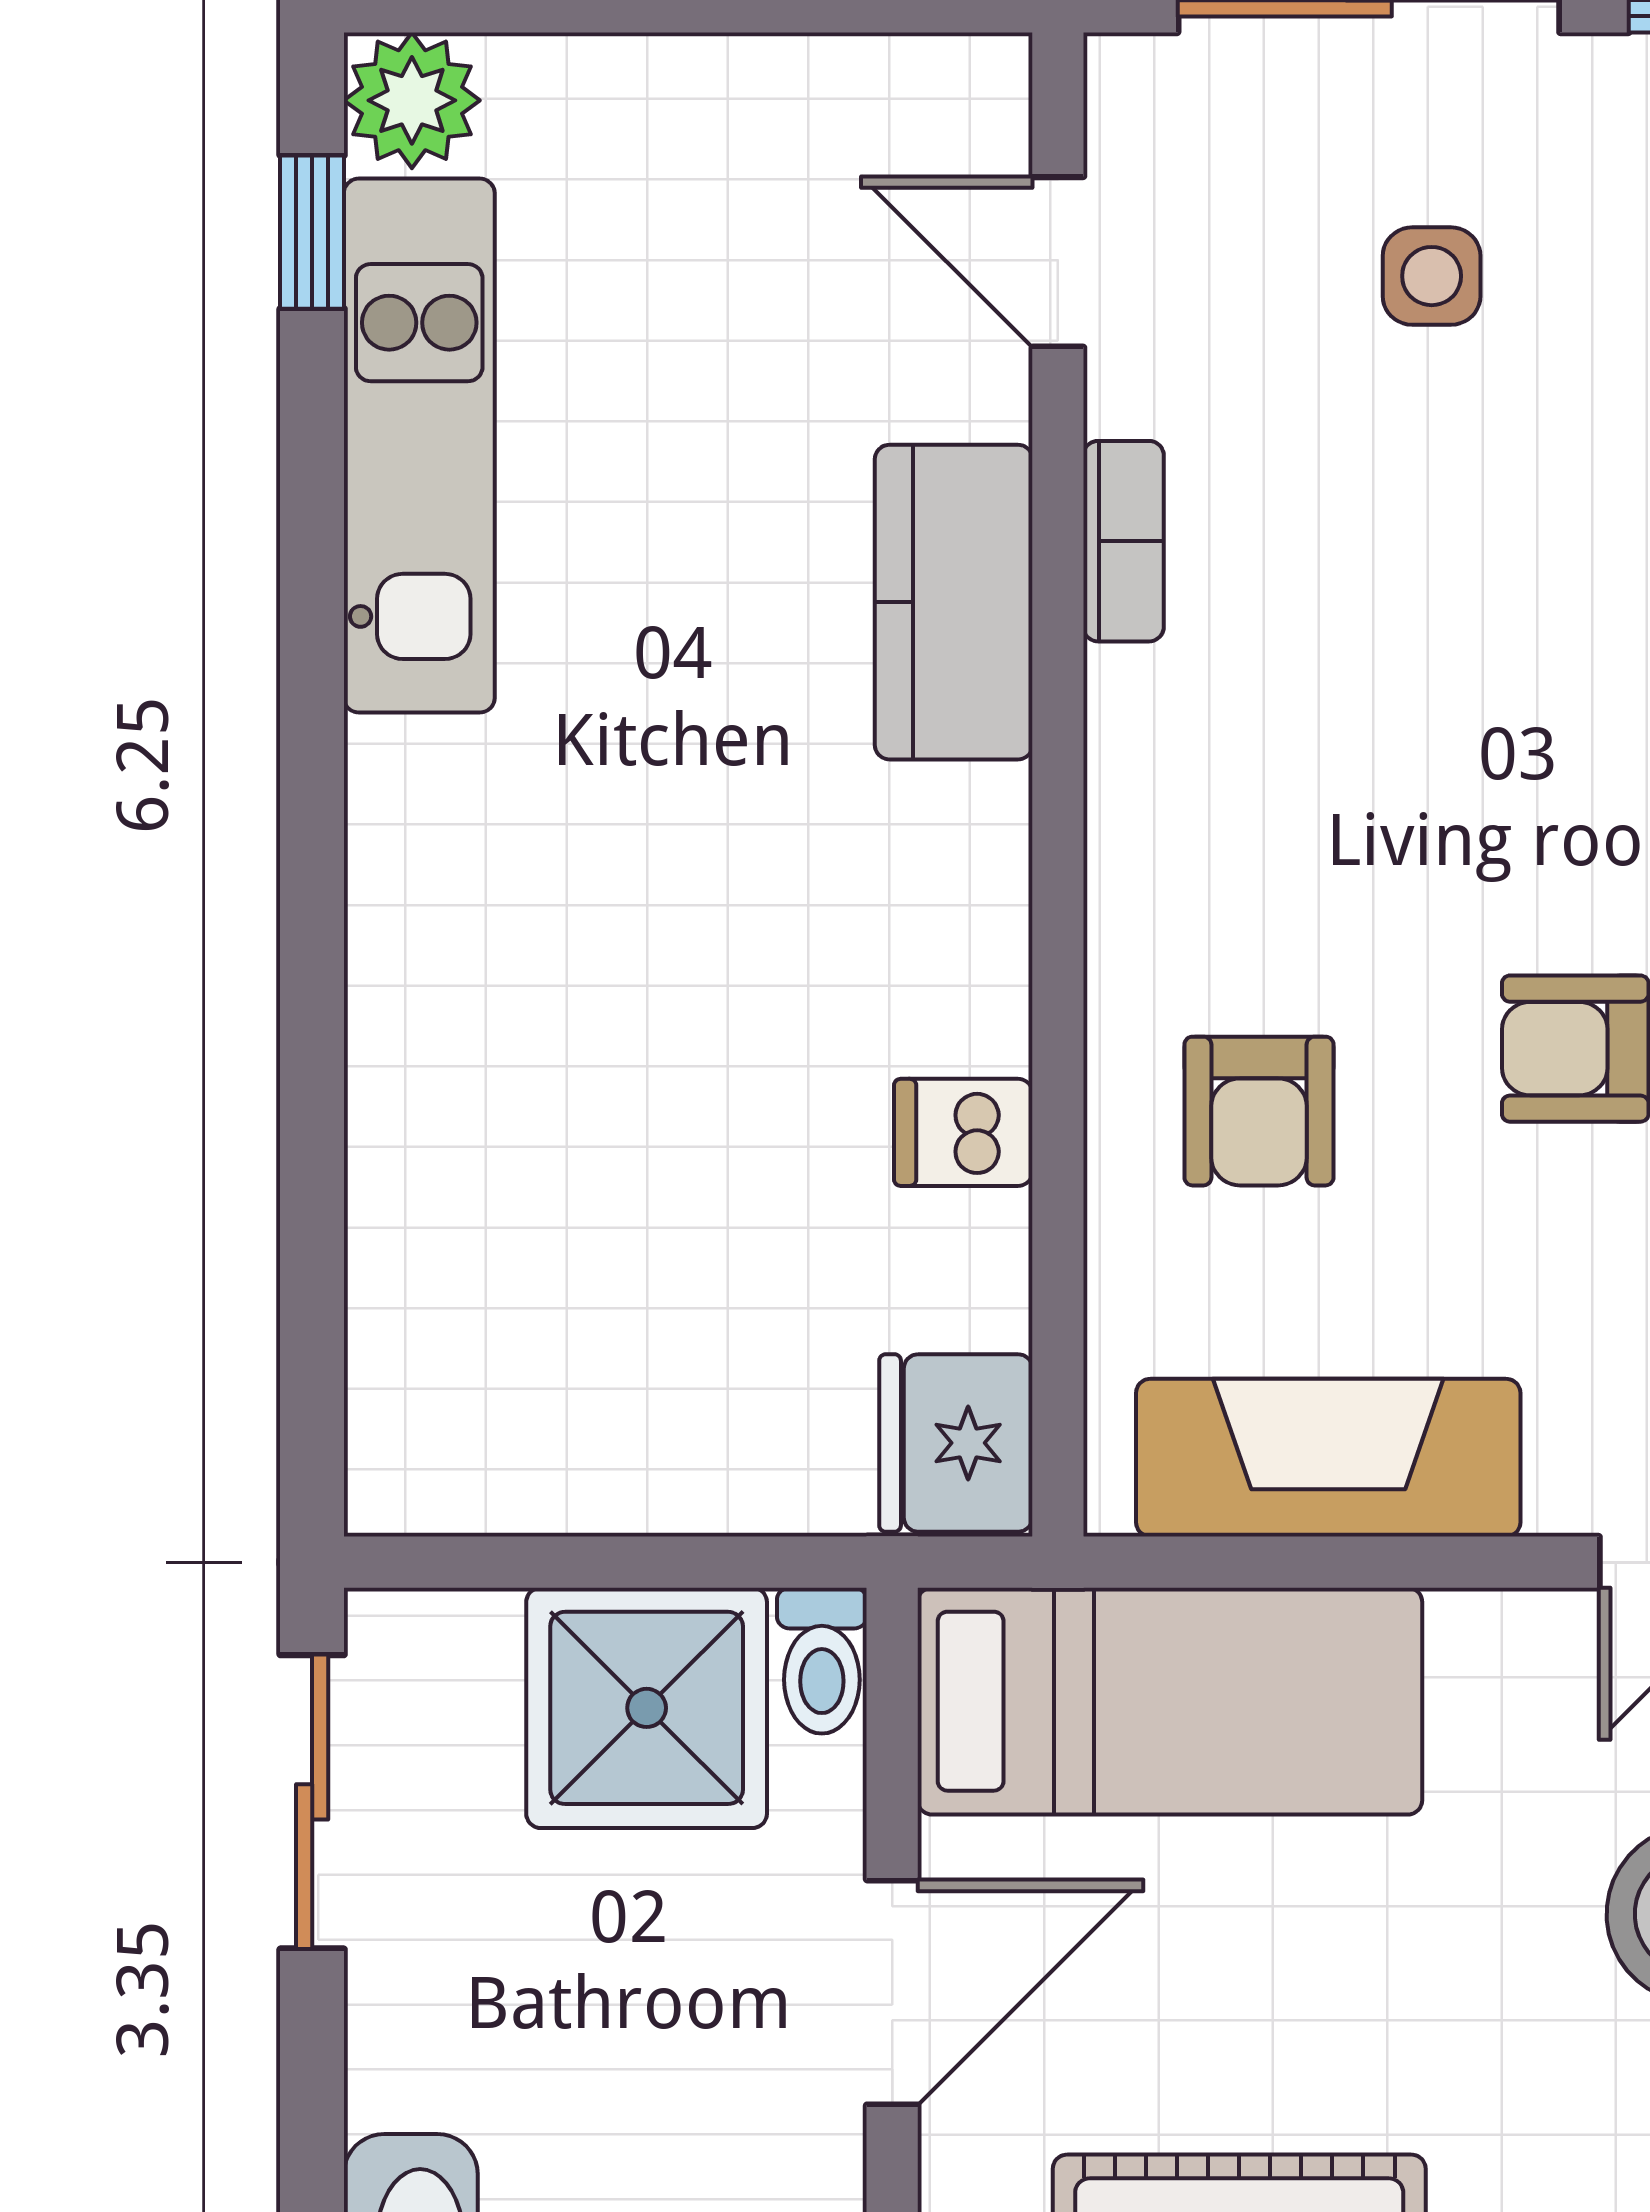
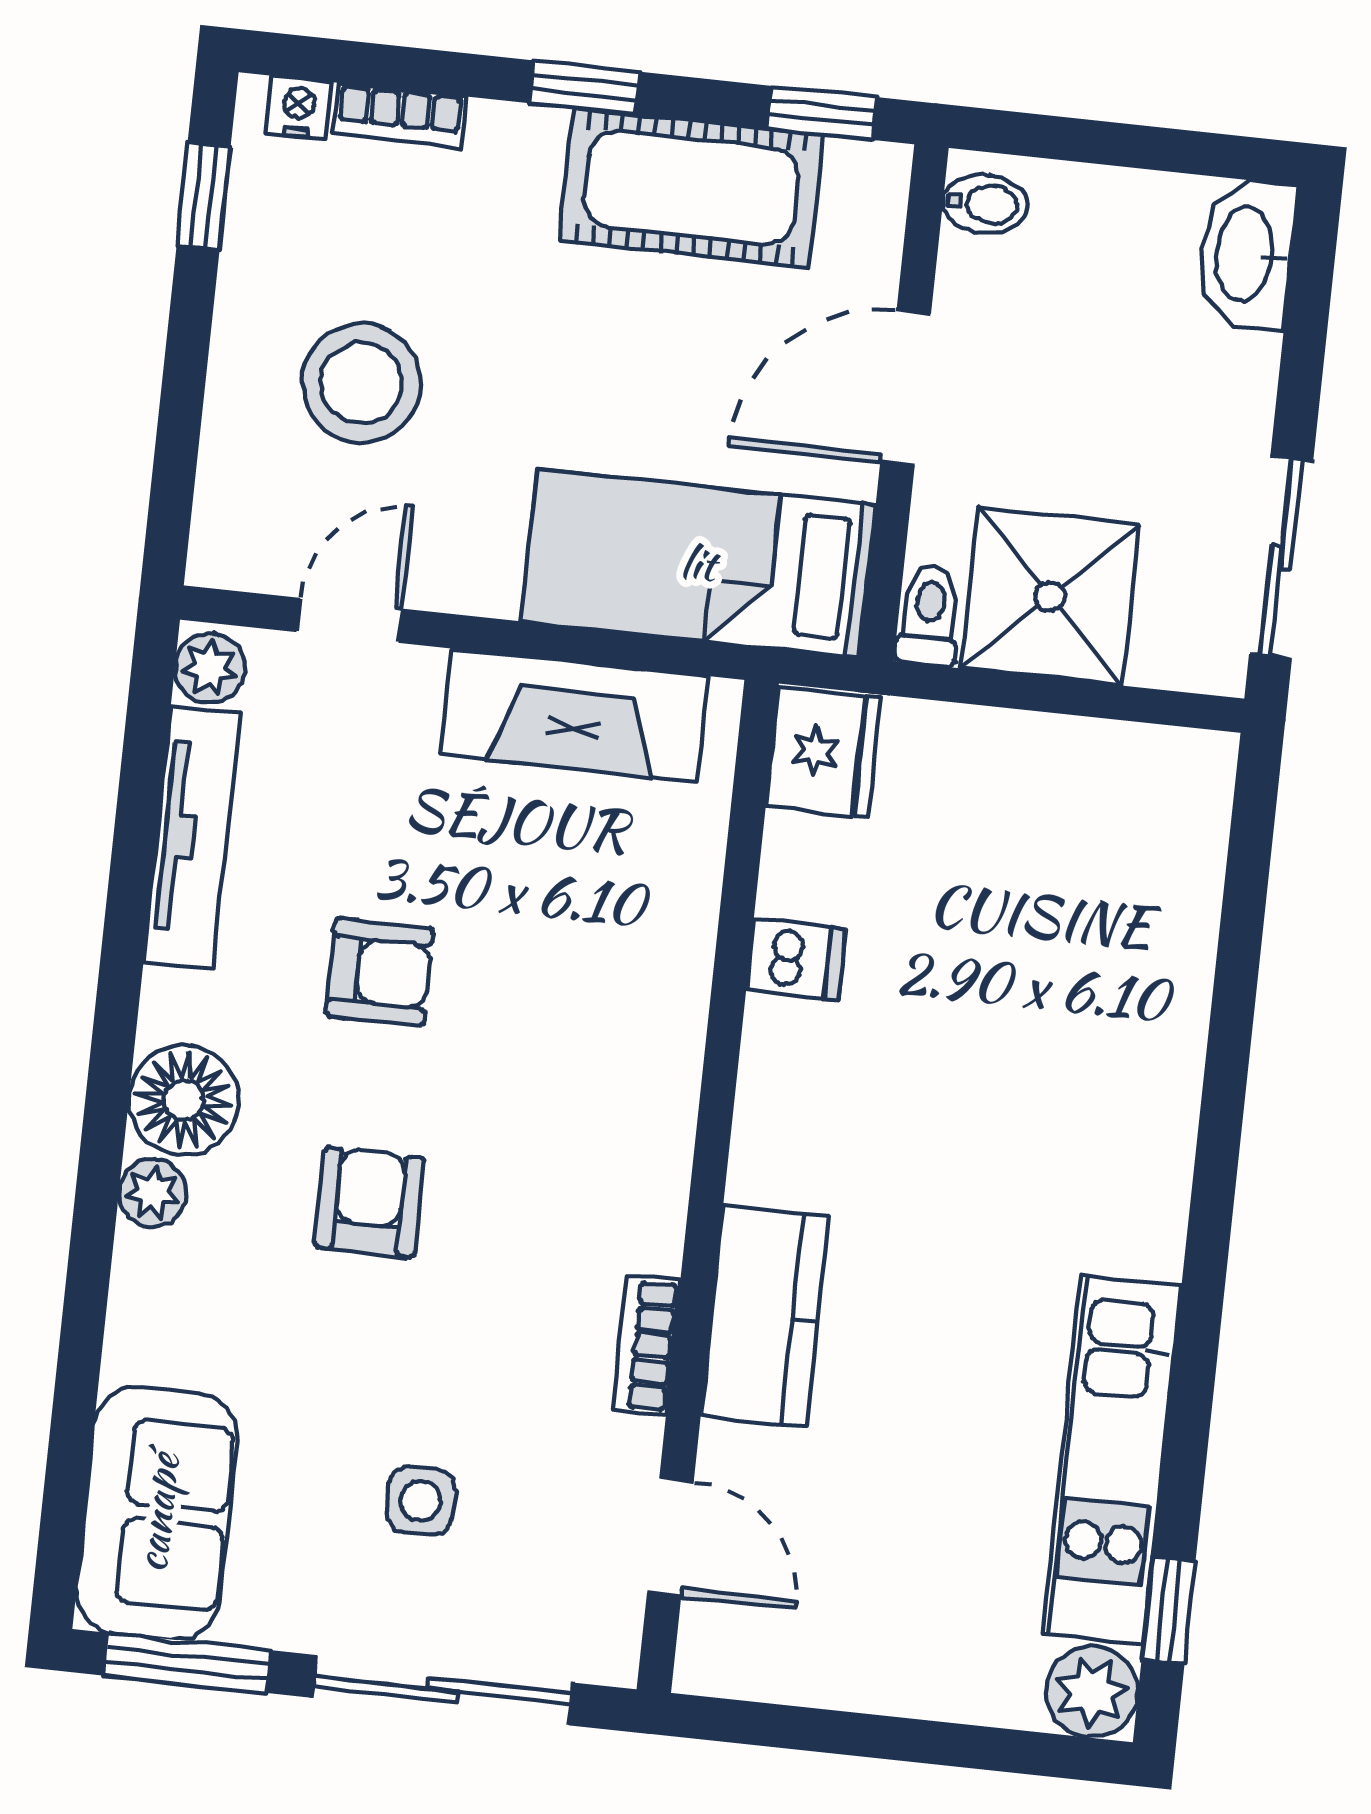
armchair: (1259, 1111) -> (369, 1202), moved

